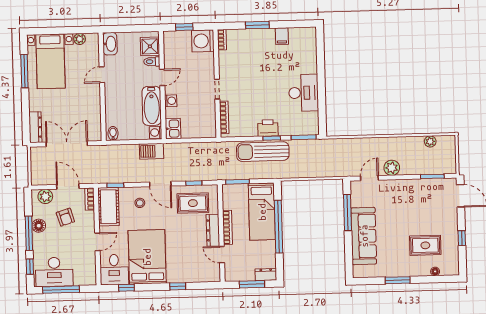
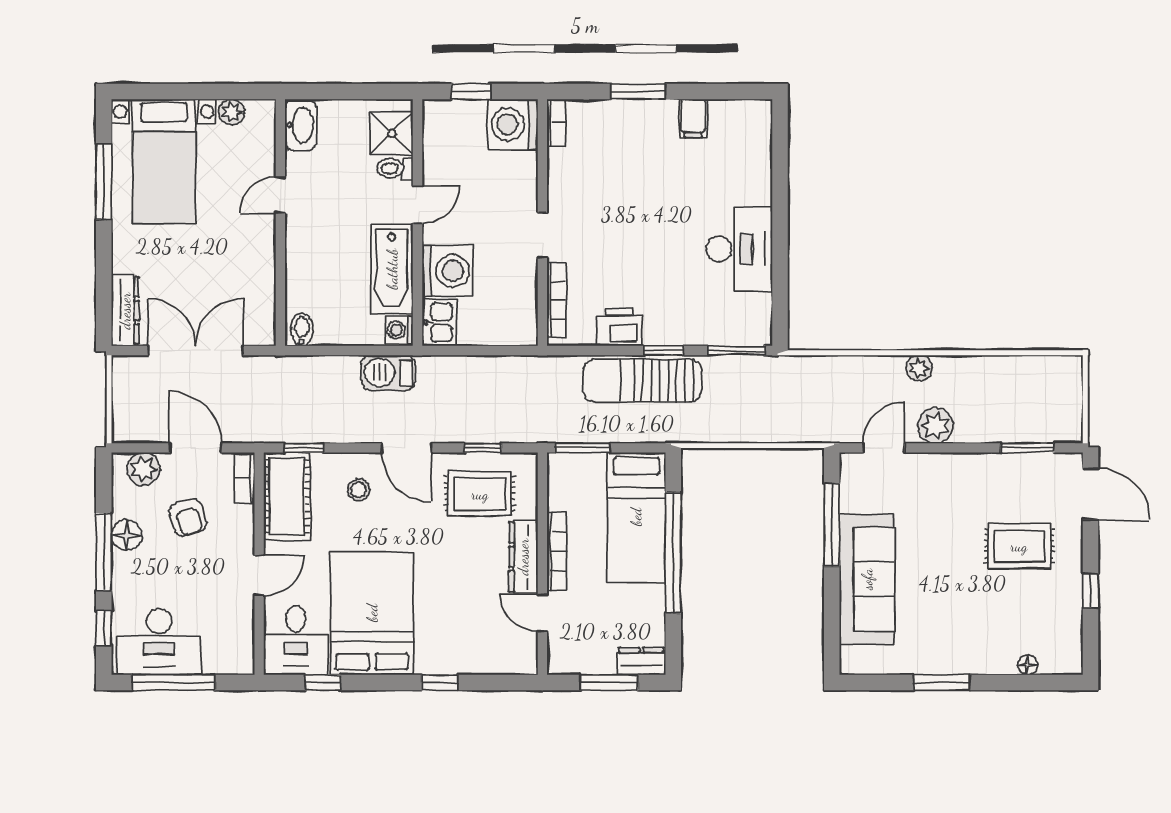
washing machine: (171, 101) -> (448, 271), width x1.89, depth x1.89
printer: (268, 128) -> (619, 327), moved
plant: (430, 141) -> (919, 368), moved
rug: (425, 245) -> (1019, 546), moved

